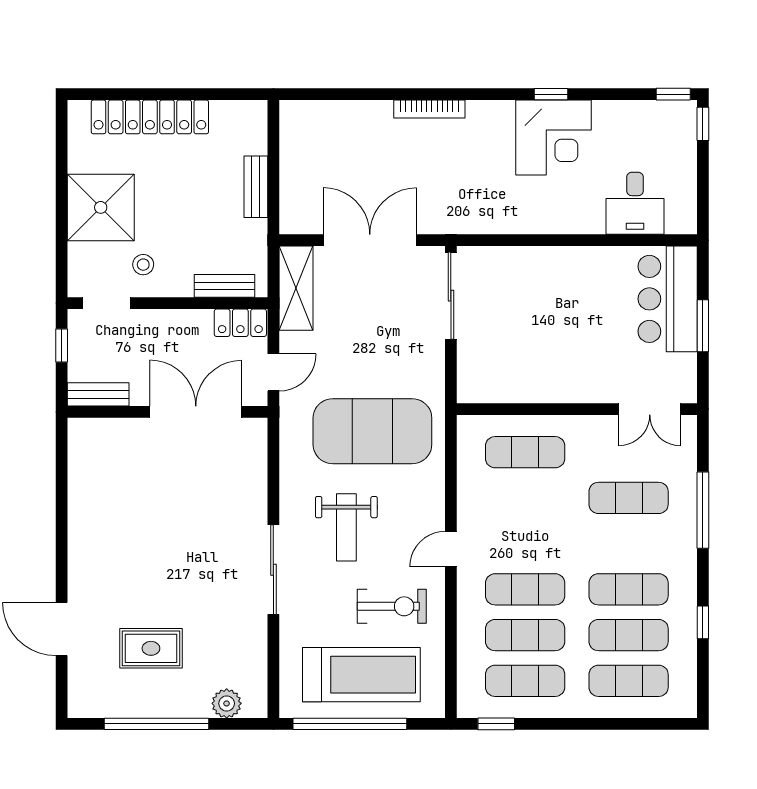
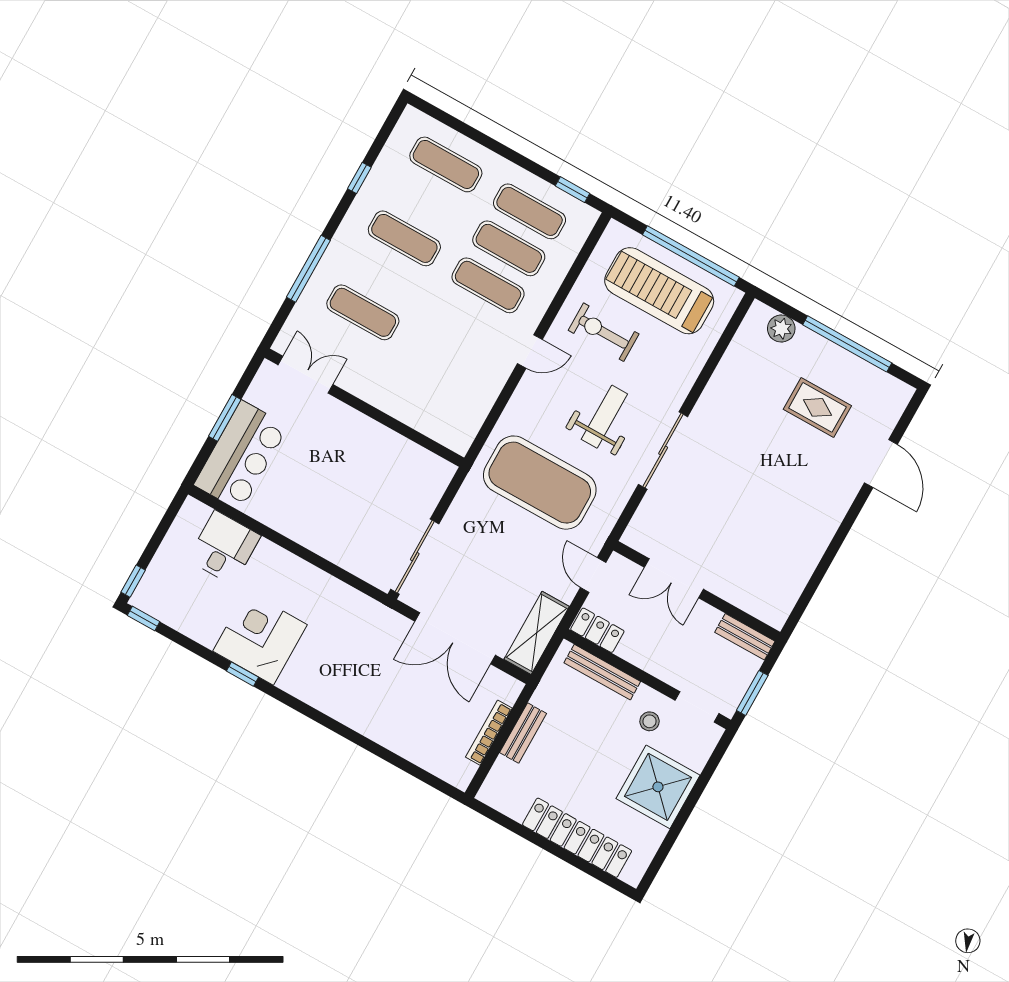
bookcase: (429, 109) -> (489, 733), moved, turned -90
bench: (225, 286) -> (602, 672), width x1.36
window: (62, 345) -> (752, 693), width x1.50
door: (273, 372) -> (593, 575), hinge flipped
double door: (196, 412) -> (674, 578), width x0.73
exercise mat: (525, 452) -> (426, 396), removed
sliding door: (273, 570) -> (663, 450), moved
exercise mat: (629, 635) -> (425, 201), removed

